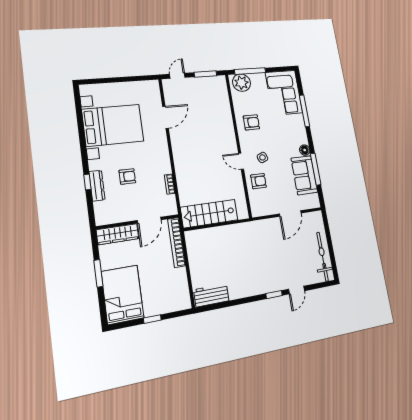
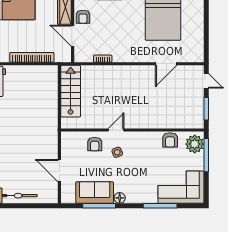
door: (165, 117) -> (166, 64), hinge flipped
armchair: (251, 122) -> (170, 140), moved
armchair: (127, 176) -> (83, 17), moved
bookcase: (177, 242) -> (32, 57), moved

